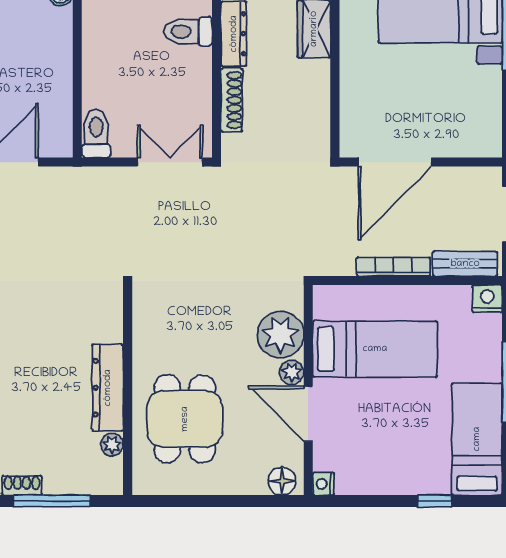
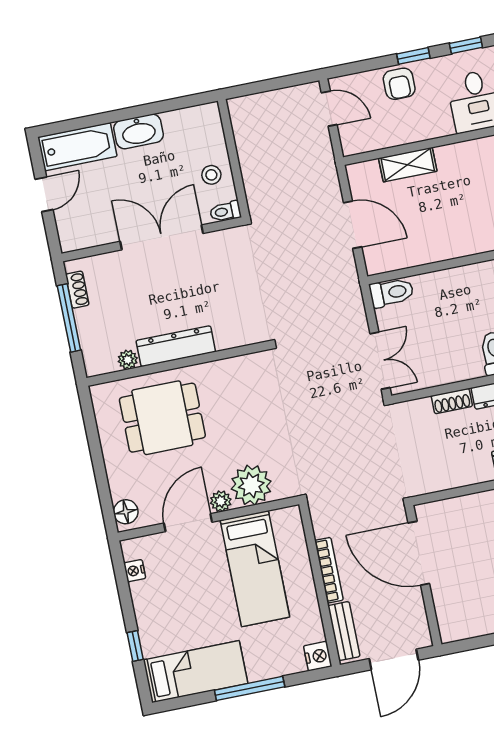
shoe rack: (232, 100) -> (452, 401), width x0.70
nightstand: (323, 484) -> (135, 571), moved, turned -90

